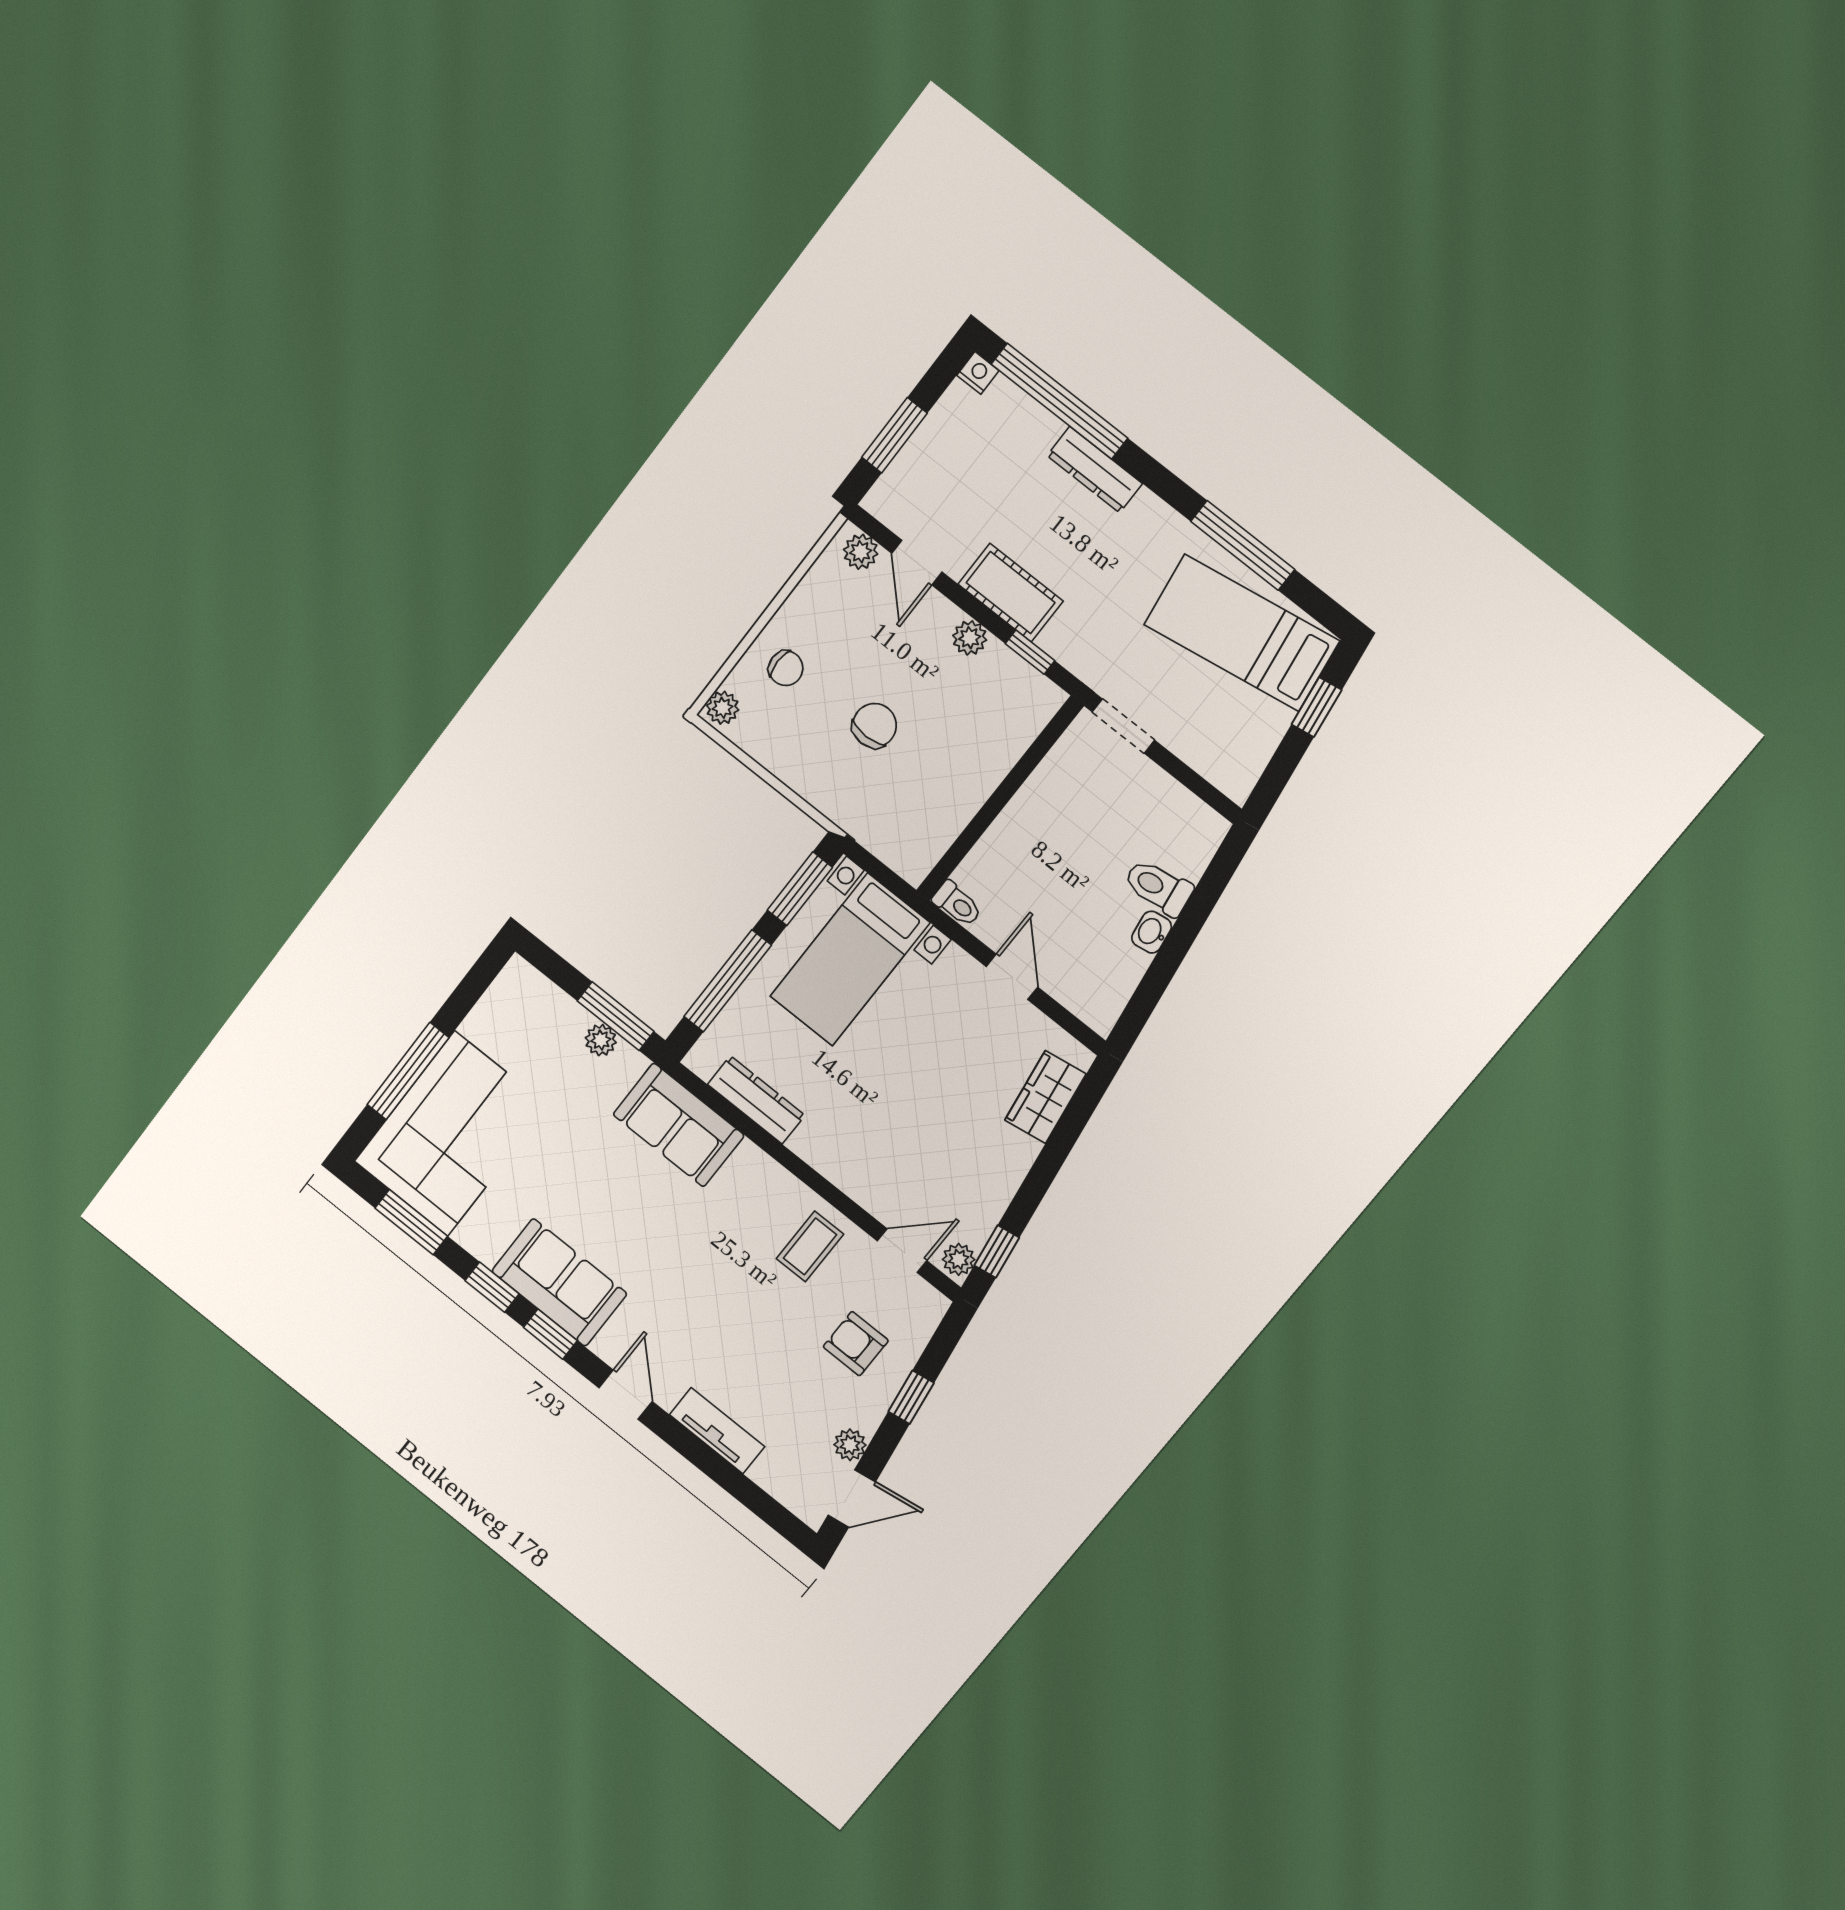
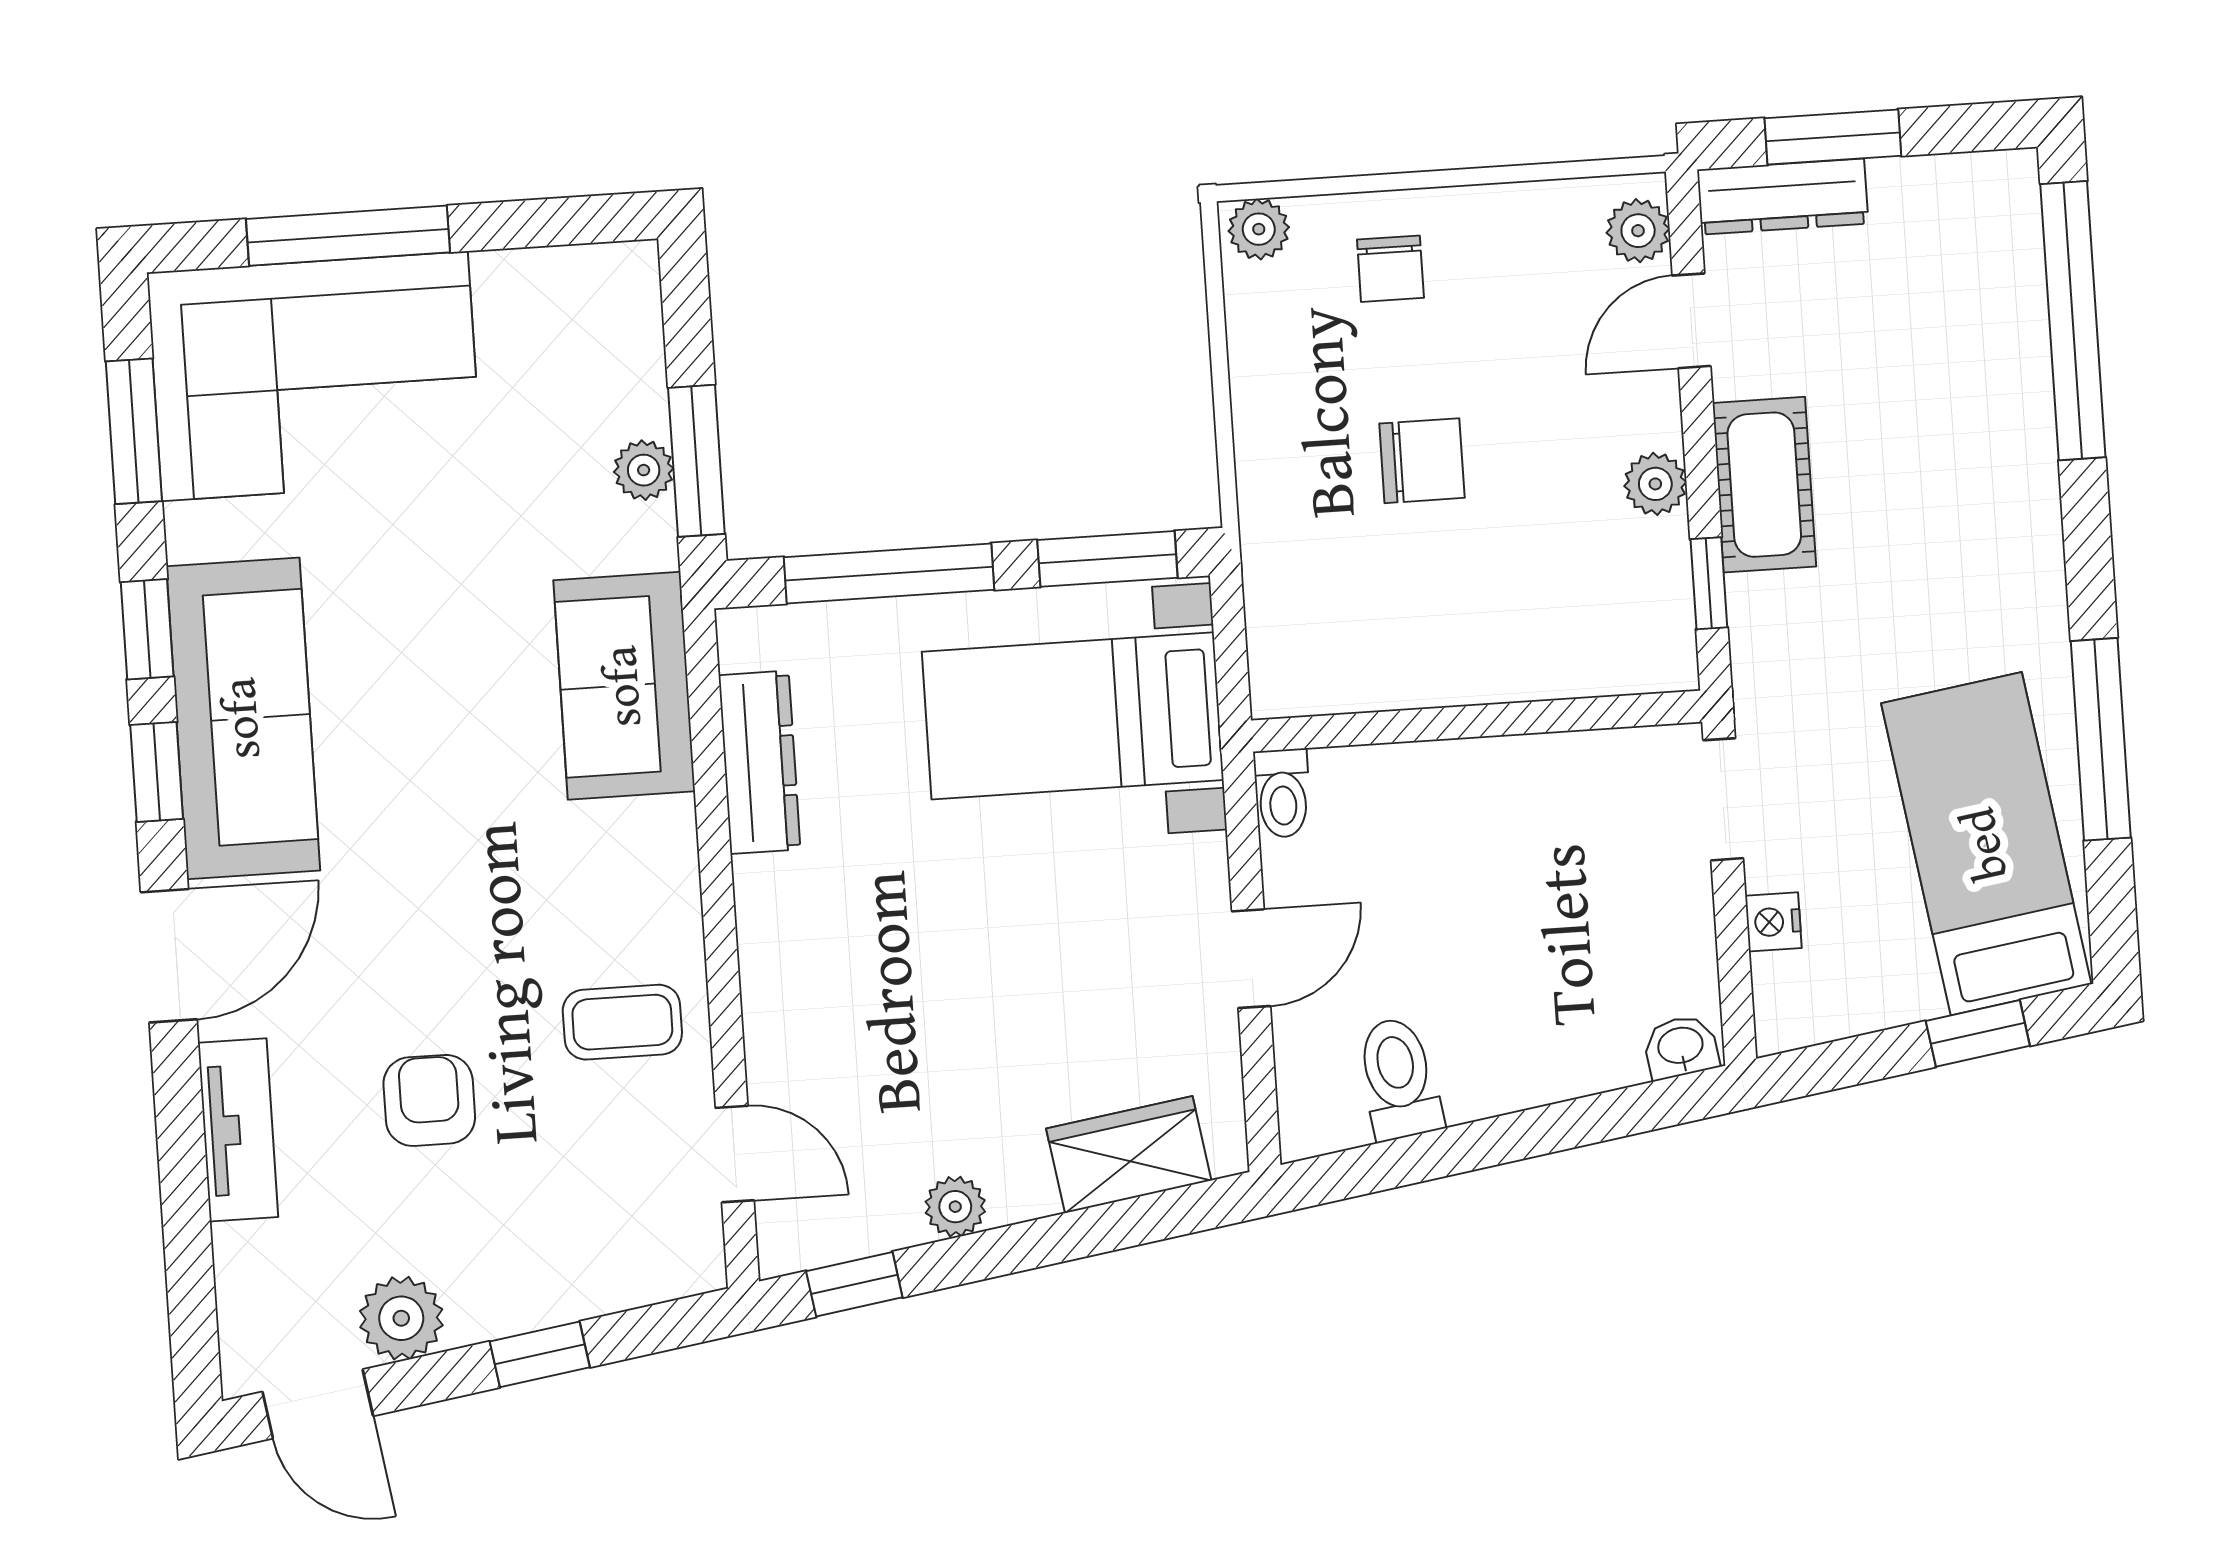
nightstand: (978, 373) -> (1773, 922), moved, turned 180
dresser: (1095, 470) -> (1783, 197), moved, turned -90
toilet: (1158, 887) -> (1399, 1079), moved
washbasin: (1152, 932) -> (1681, 1047), moved
plant: (959, 1259) -> (955, 1207), moved
sofa: (559, 1282) -> (243, 718), width x1.36
armchair: (856, 1344) -> (429, 1100), moved
door: (626, 1395) -> (169, 956), width x1.38
plant: (850, 1445) -> (401, 1318), width x1.38, depth x1.38

